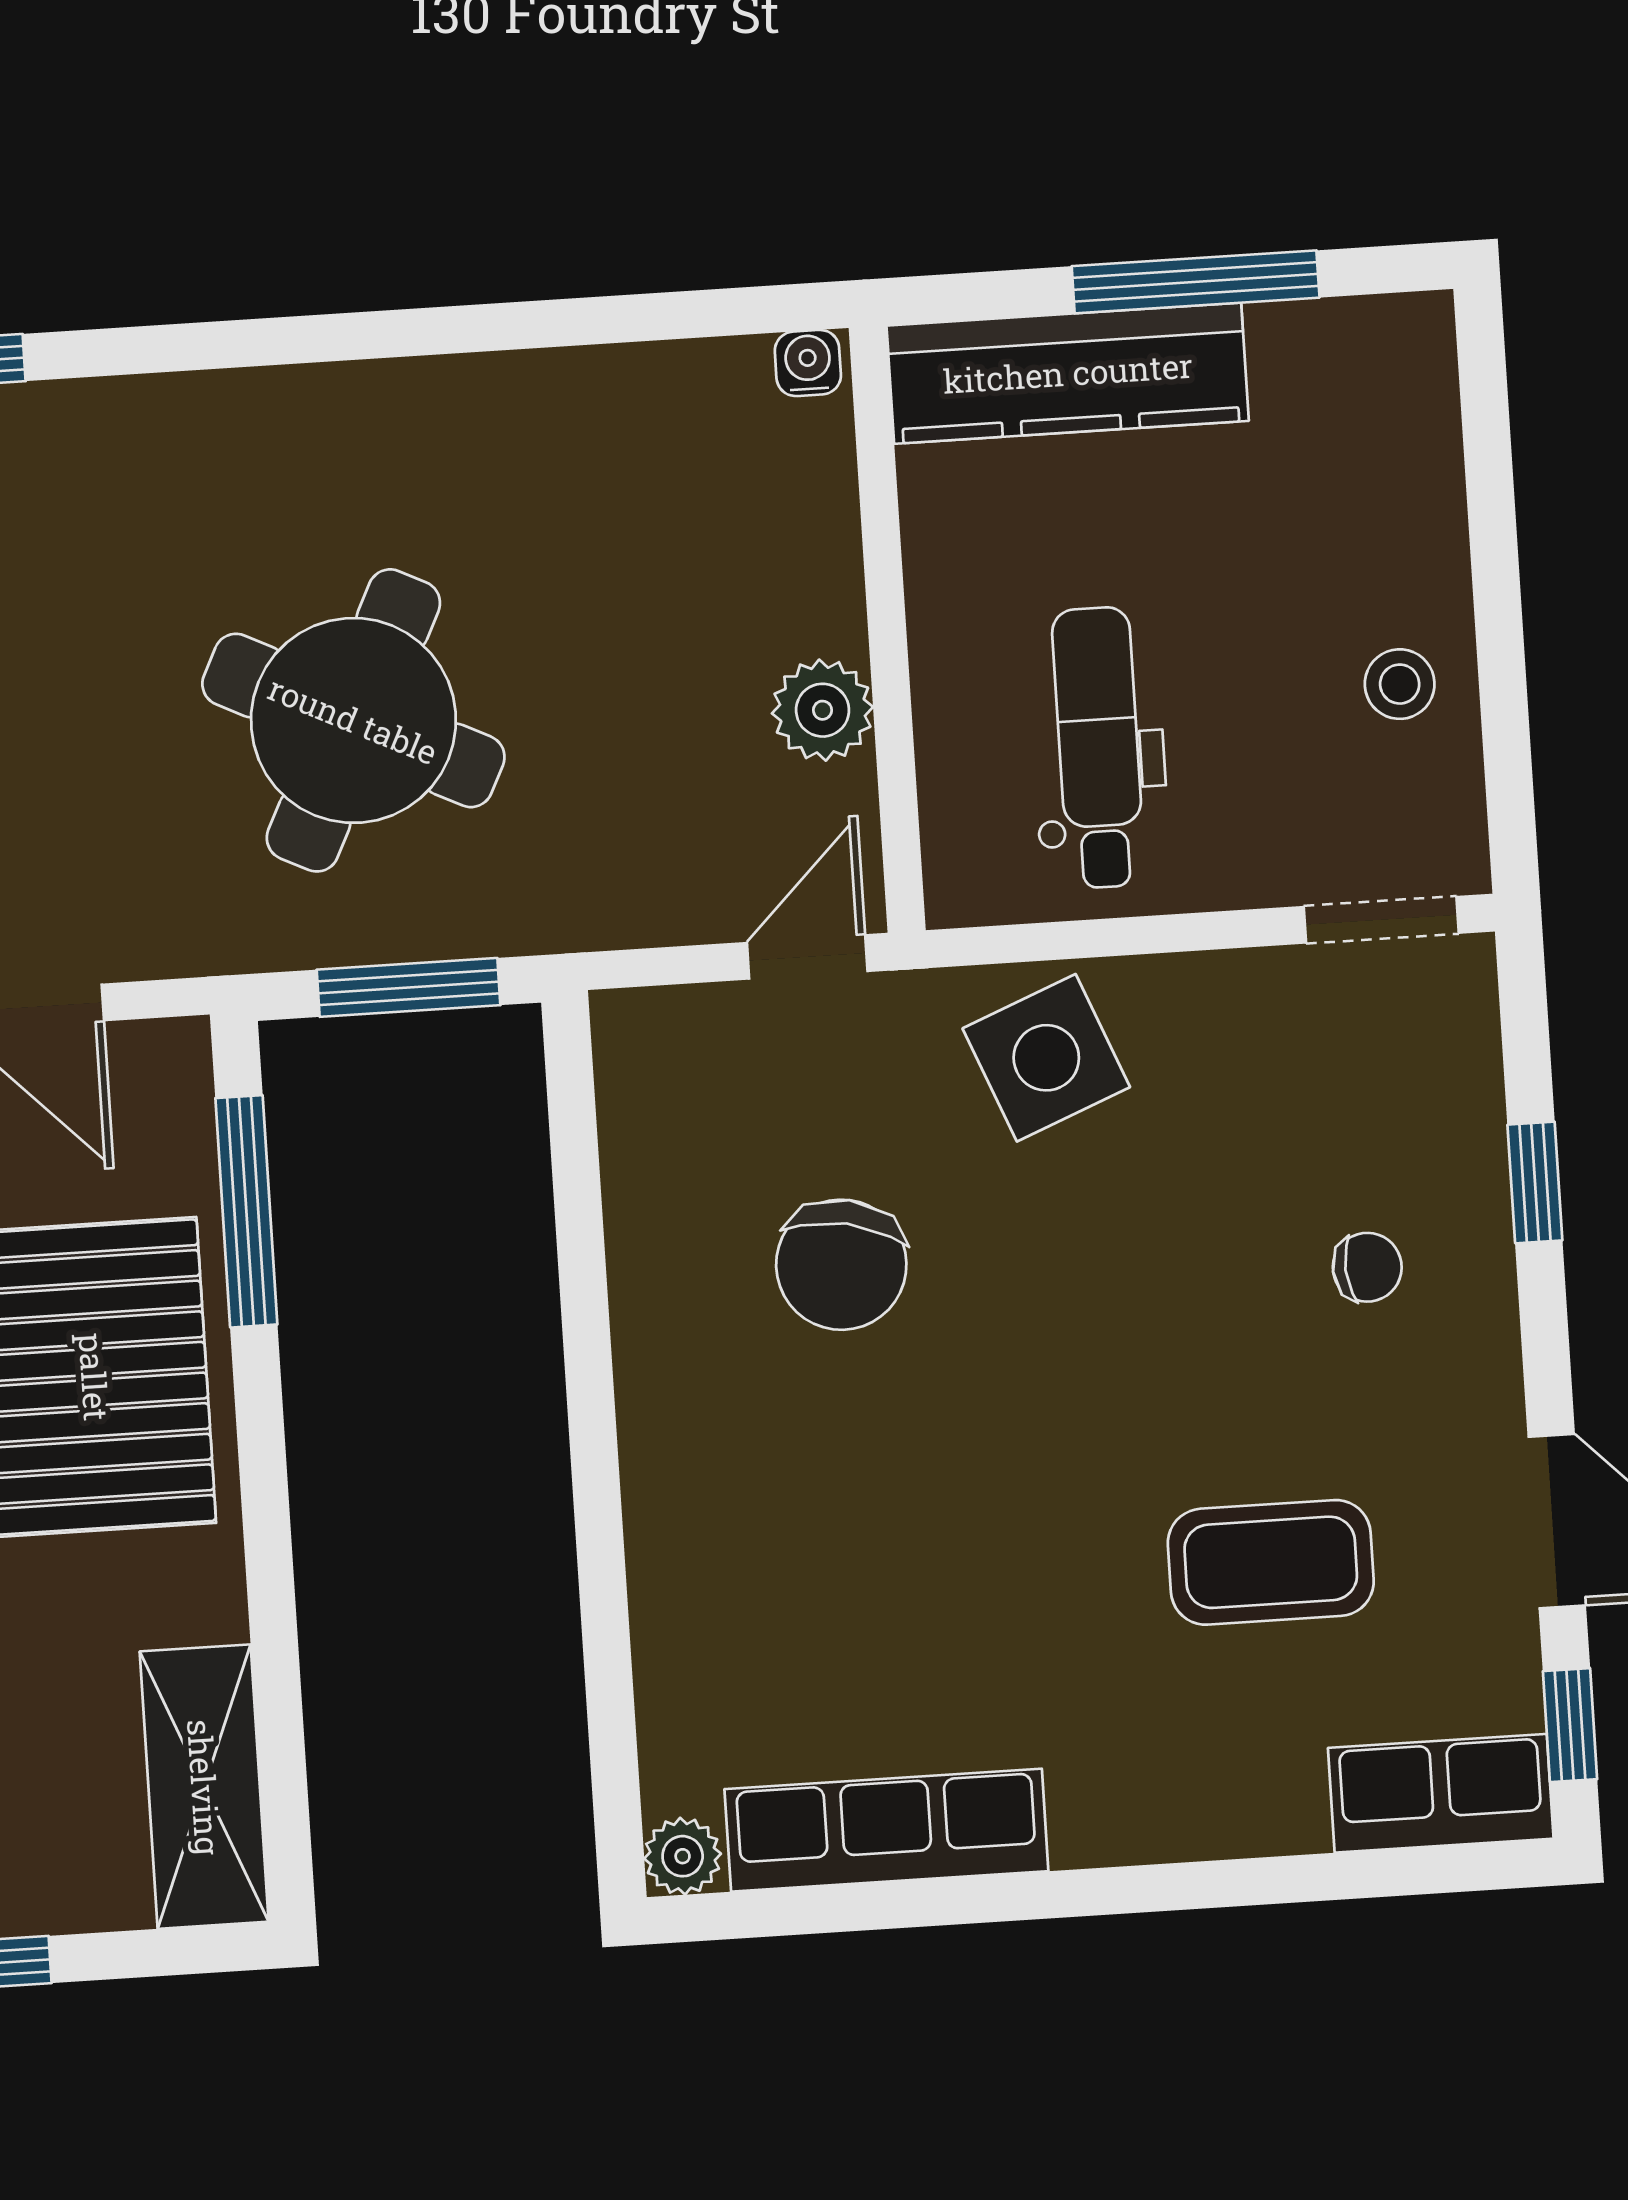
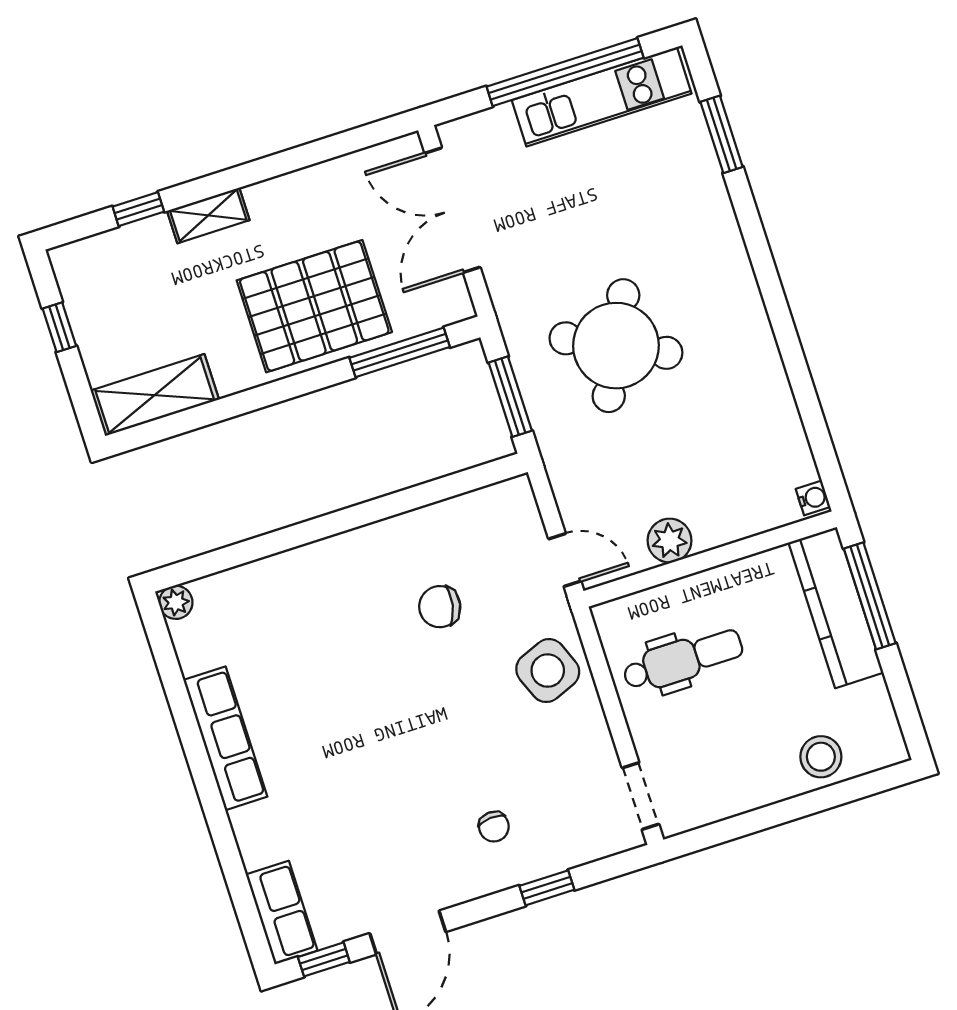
window: (1196, 282) -> (870, 596), moved
stool: (1400, 684) -> (821, 757), moved, width x1.37, depth x1.37
chair: (841, 1265) -> (440, 607), width x0.73, depth x0.73
coffee table: (1271, 1562) -> (360, 817), removed
row of seats: (886, 1830) -> (225, 738), moved

